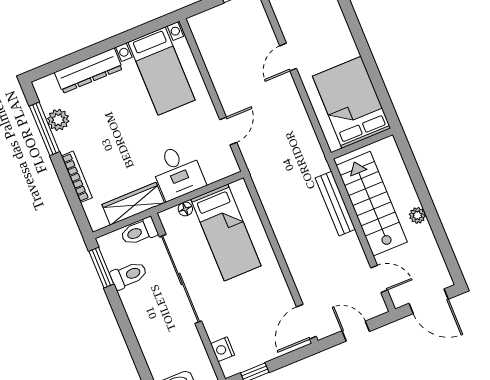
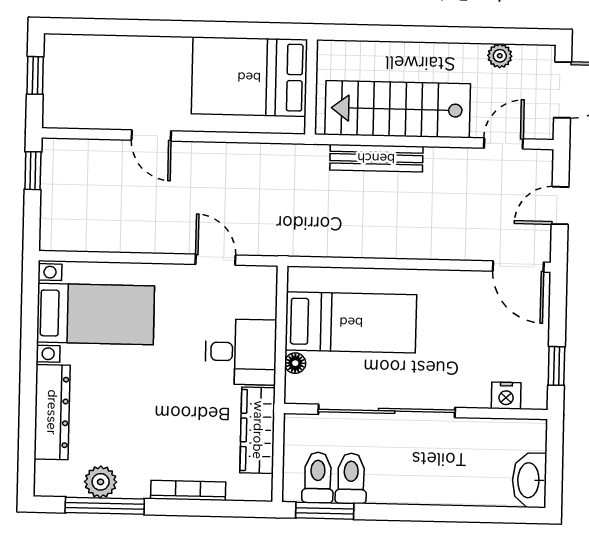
plant: (417, 215) -> (500, 56), moved
toilet: (139, 232) -> (318, 477), moved, turned 180

